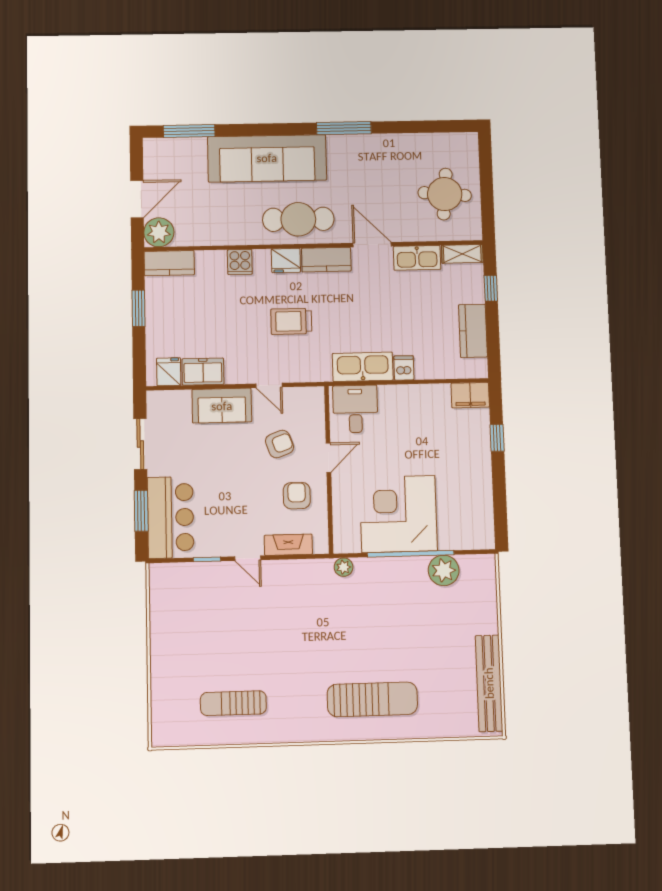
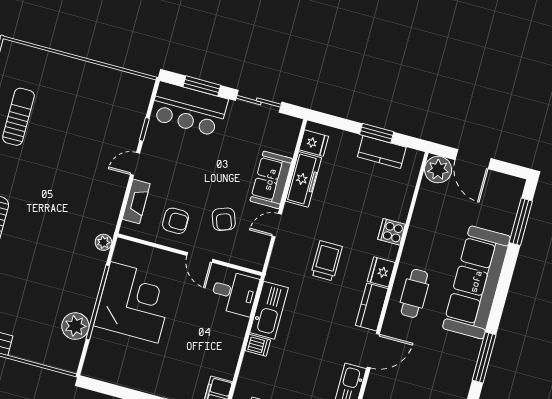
cafe table: (298, 219) -> (414, 293), width x0.73, depth x0.74
kitchen counter: (169, 263) -> (382, 152), moved, turned -90
freezer: (203, 372) -> (303, 179), width x1.40

